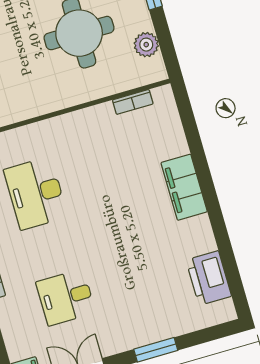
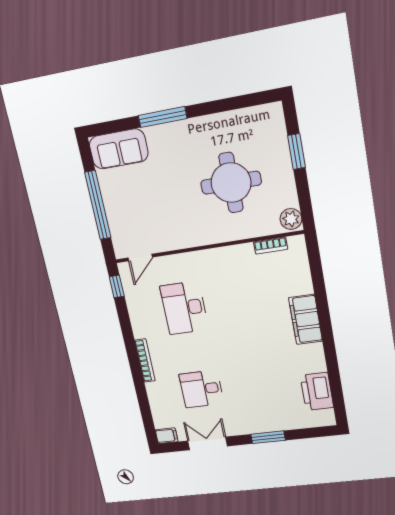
plant: (146, 45) -> (291, 219), moved

